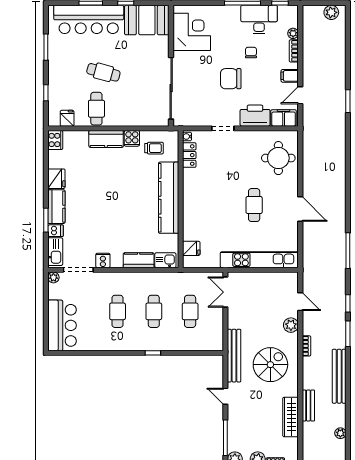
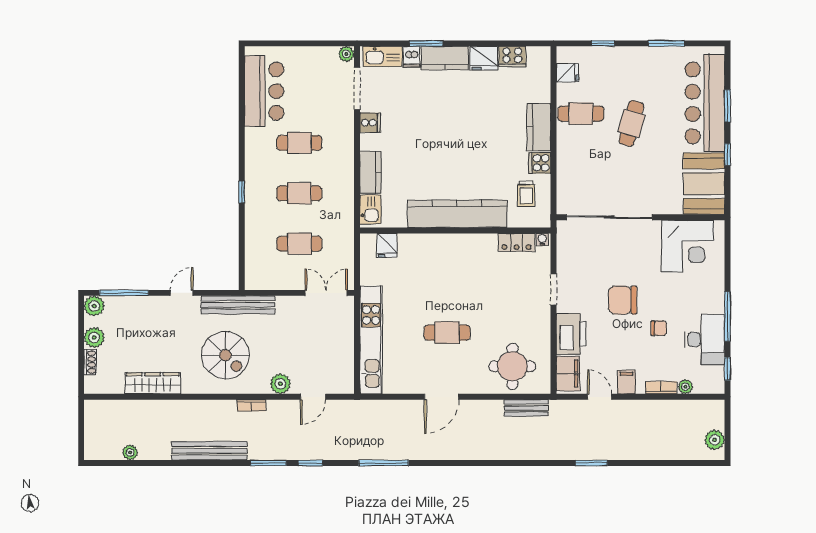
chair: (231, 79) -> (623, 300), turned -90
cooker: (55, 140) -> (512, 57), moved
bar counter: (62, 325) -> (264, 91), moved, turned -90
bench: (308, 406) -> (526, 408), moved

